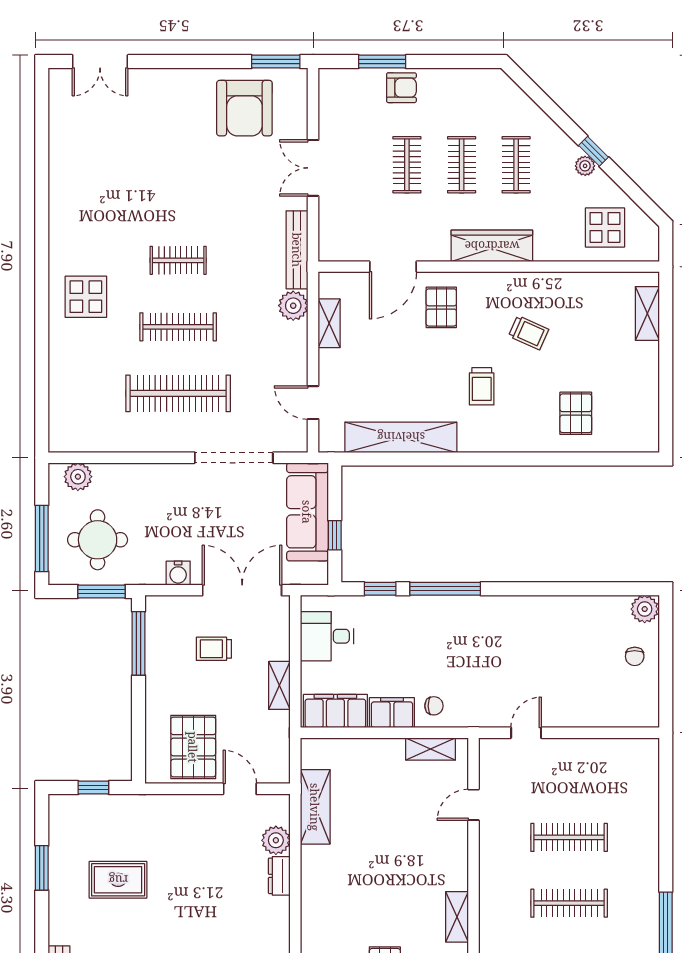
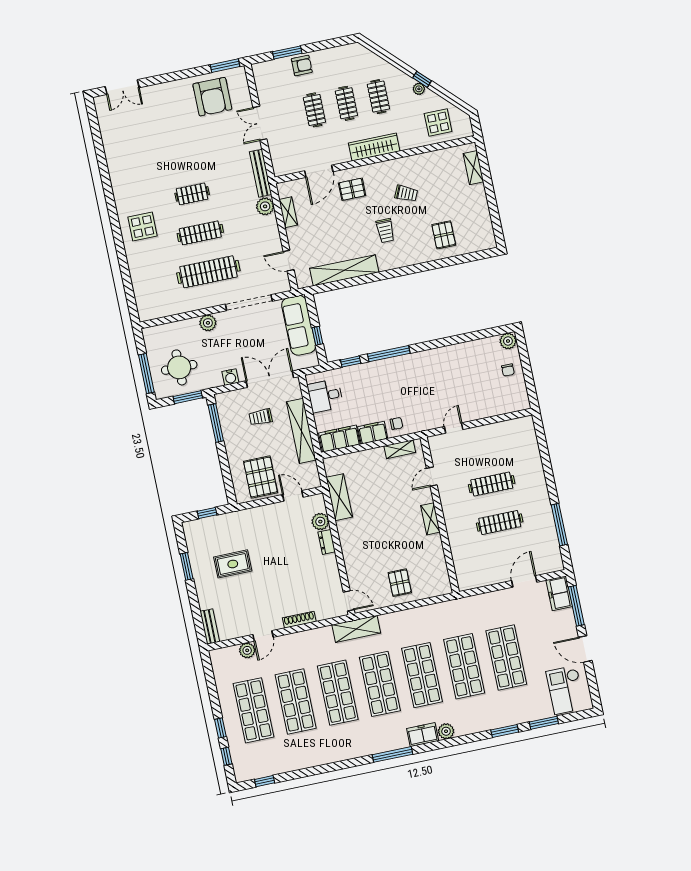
pallet: (441, 307) -> (352, 189), turned 90
plant: (78, 477) -> (208, 323), moved
shelving: (279, 685) -> (301, 431), width x2.20, depth x1.33
shelving: (457, 917) -> (430, 519), moved

